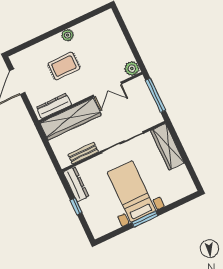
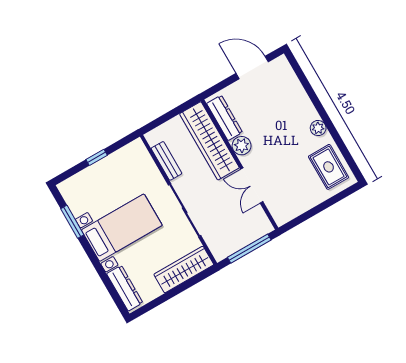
rug: (64, 66) -> (329, 167), moved
plant: (132, 68) -> (242, 146), moved
dresser: (76, 184) -> (125, 288), moved, turned -90
window: (145, 219) -> (72, 222), moved

